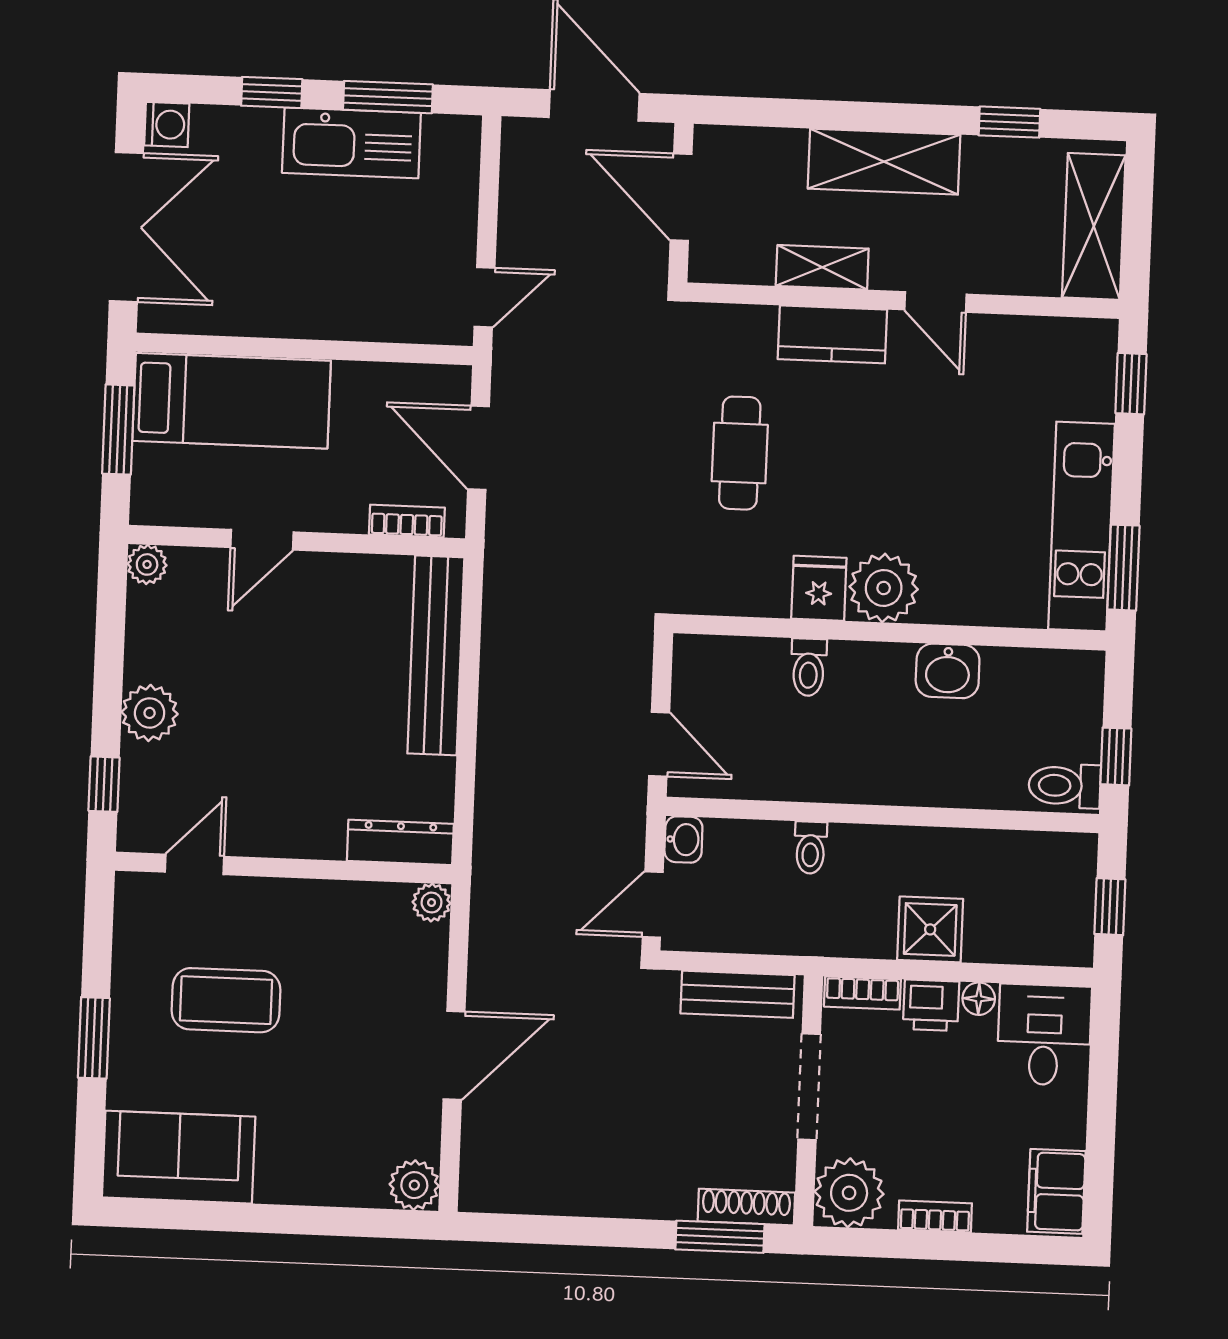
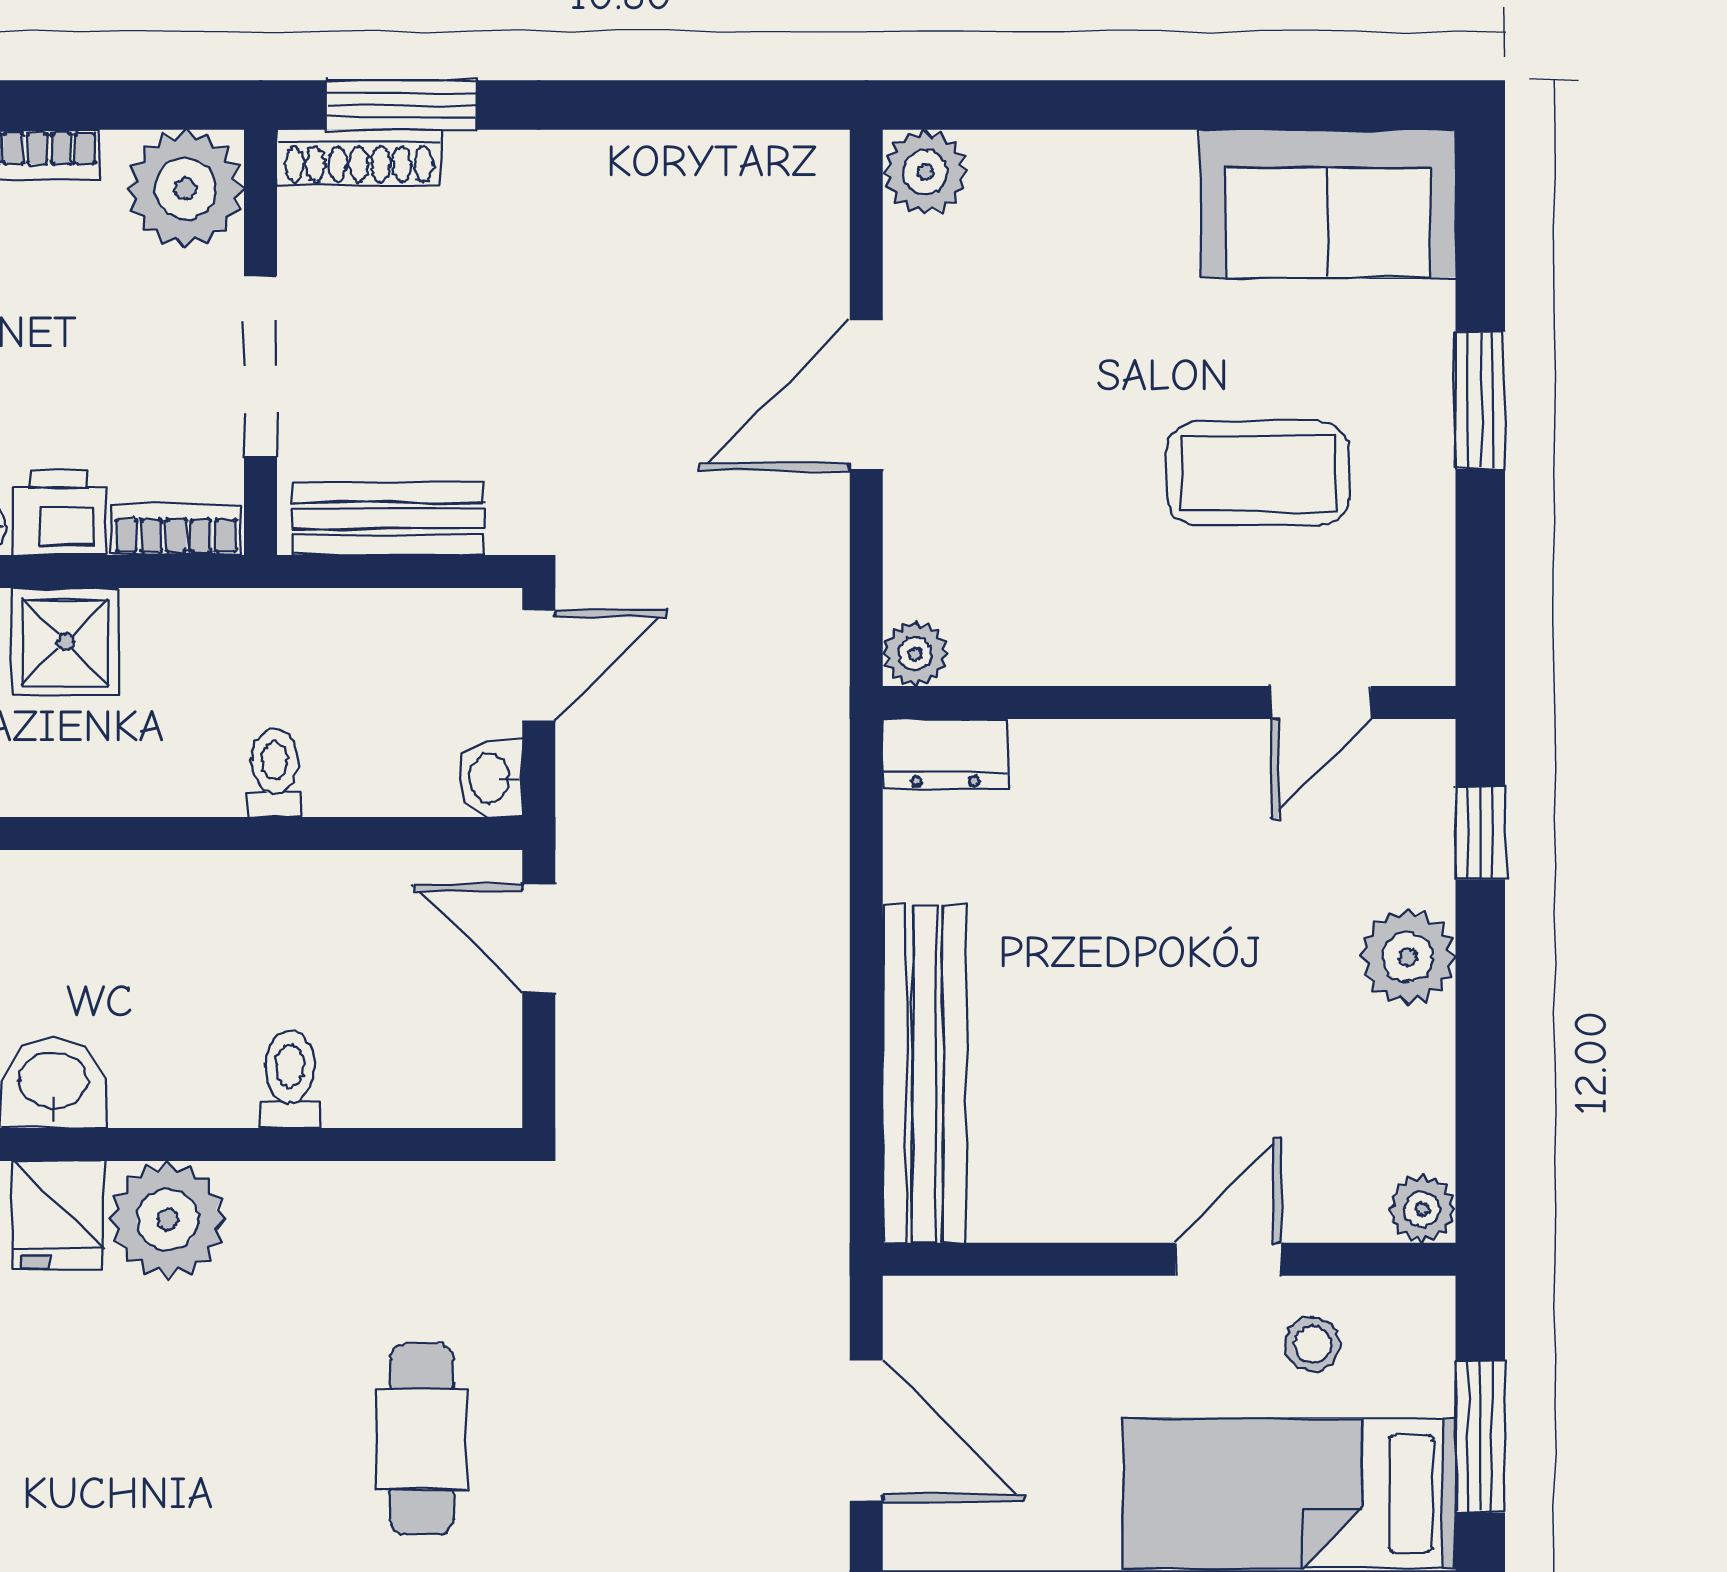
stool: (215, 488) -> (1312, 1344), added
bookcase: (407, 521) -> (983, 1301), removed
fridge: (819, 588) -> (58, 1215), moved
dresser: (400, 842) -> (945, 754), width x0.70

